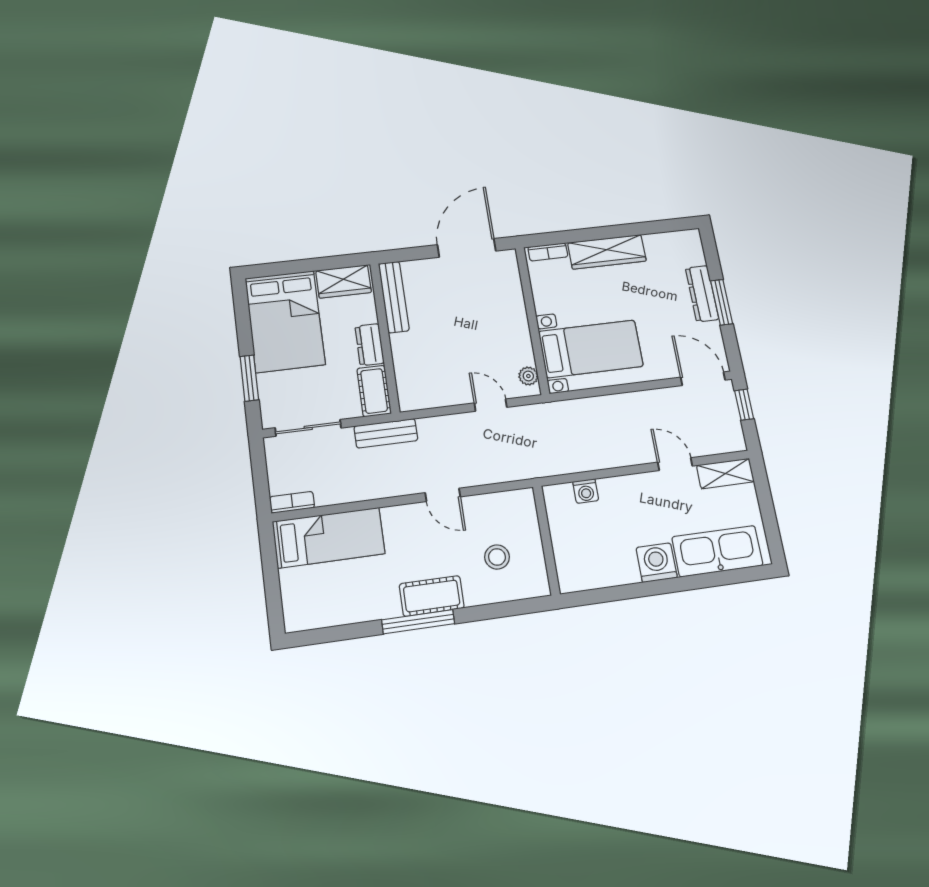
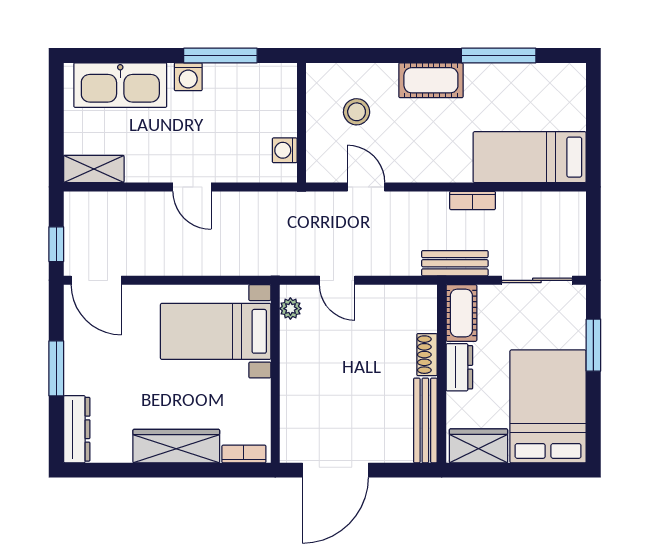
dresser: (702, 294) -> (77, 429), moved
shoe rack: (400, 352) -> (427, 355), added
door: (675, 464) -> (192, 187), moved
washing machine: (586, 491) -> (285, 150), moved, turned -90
door: (443, 495) -> (366, 187), moved
bookcase: (292, 502) -> (473, 200), moved
washing machine: (657, 563) -> (188, 77), width x0.73, depth x0.73
window: (632, 591) -> (220, 56), added
window: (418, 622) -> (499, 56), moved

